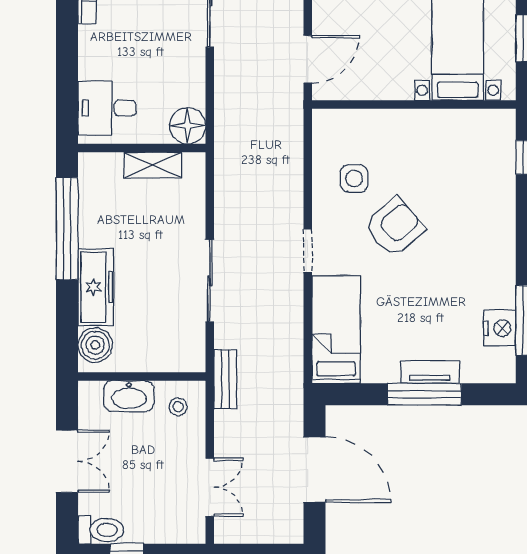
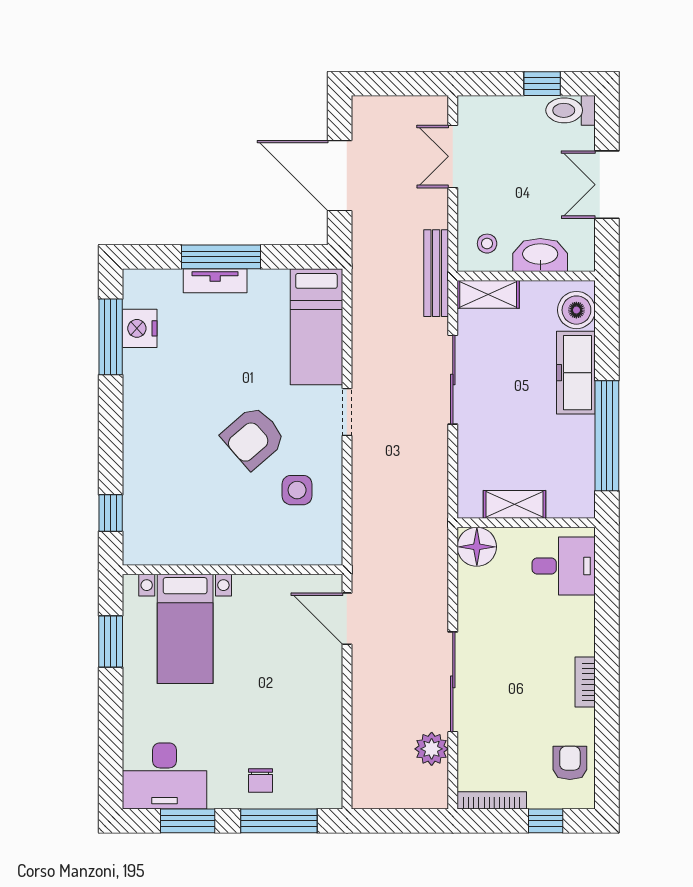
door: (308, 59) -> (347, 619), hinge flipped
shelving: (177, 360) -> (488, 294), added
bench: (225, 379) -> (436, 273), width x1.36

